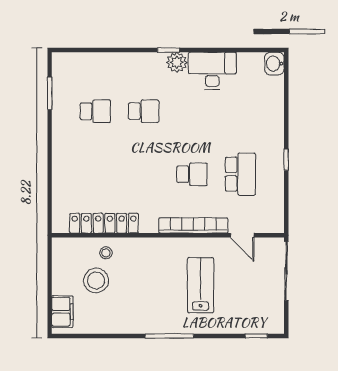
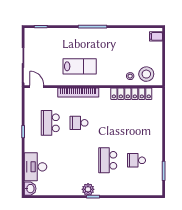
desk: (212, 71) -> (35, 167), moved, turned 90
school desk: (144, 111) -> (108, 160), width x1.85
door: (242, 235) -> (37, 87), moved
stool: (96, 280) -> (146, 74), moved
lab bench: (201, 285) -> (80, 66), moved, turned -90
filing cabinet: (62, 312) -> (156, 36), width x0.50

